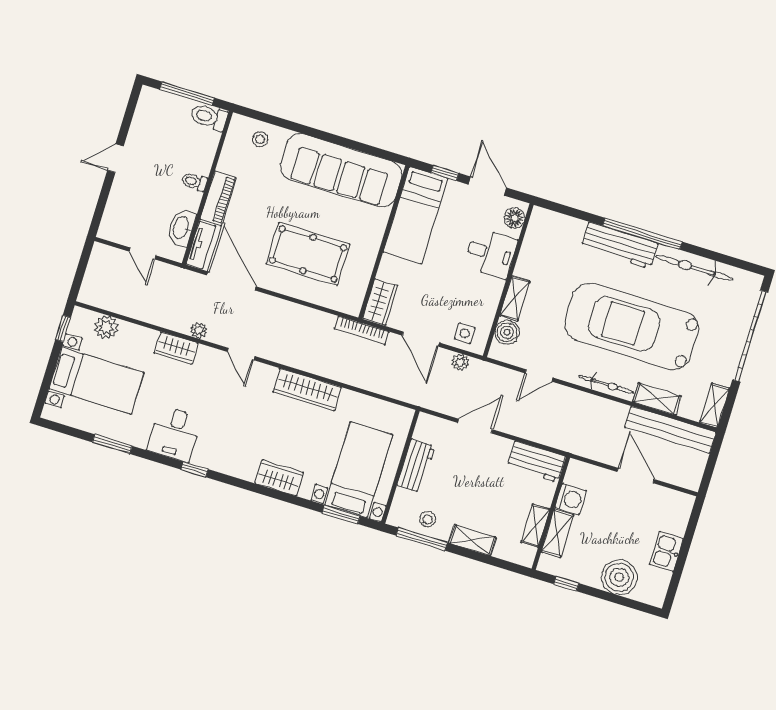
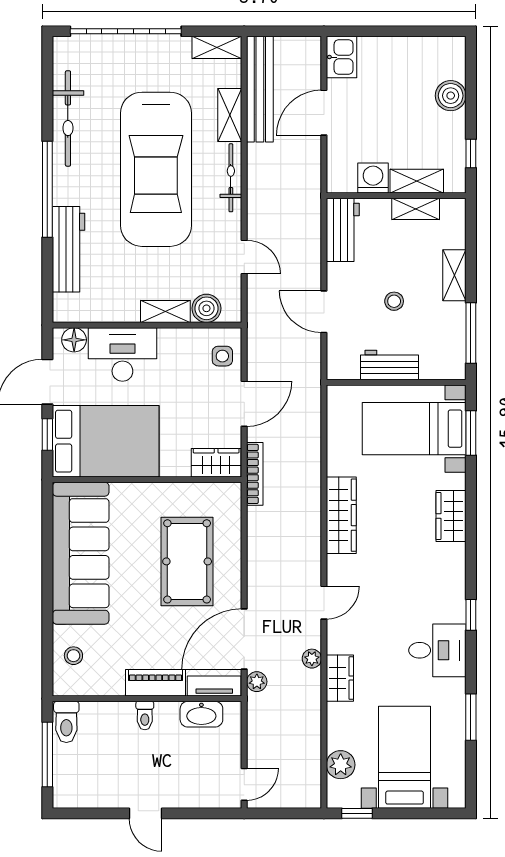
bed: (415, 215) -> (106, 441), width x1.50
workbench: (619, 245) -> (69, 249), moved
door: (143, 253) -> (244, 784), moved
desk: (491, 253) -> (122, 355), width x1.37
plant: (460, 362) -> (257, 682), moved
stool: (428, 519) -> (394, 301), moved
kitchen sink: (666, 552) -> (341, 57), moved, turned -90
boiler: (619, 577) -> (451, 96), width x0.73, depth x0.73

